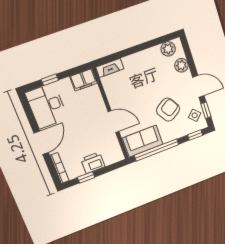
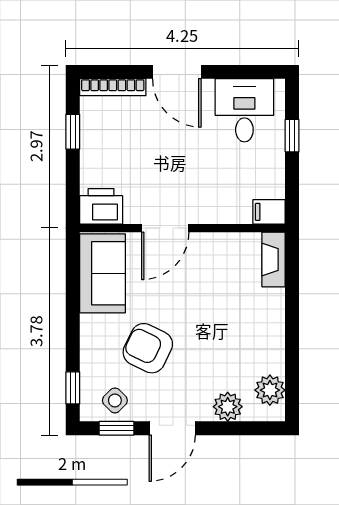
filing cabinet: (83, 80) -> (269, 212), width x0.50
desk: (47, 106) -> (244, 110), width x0.73
armchair: (168, 110) -> (148, 348), turned 148
window: (157, 150) -> (73, 295), removed
printer: (93, 163) -> (101, 206), moved, turned -90

